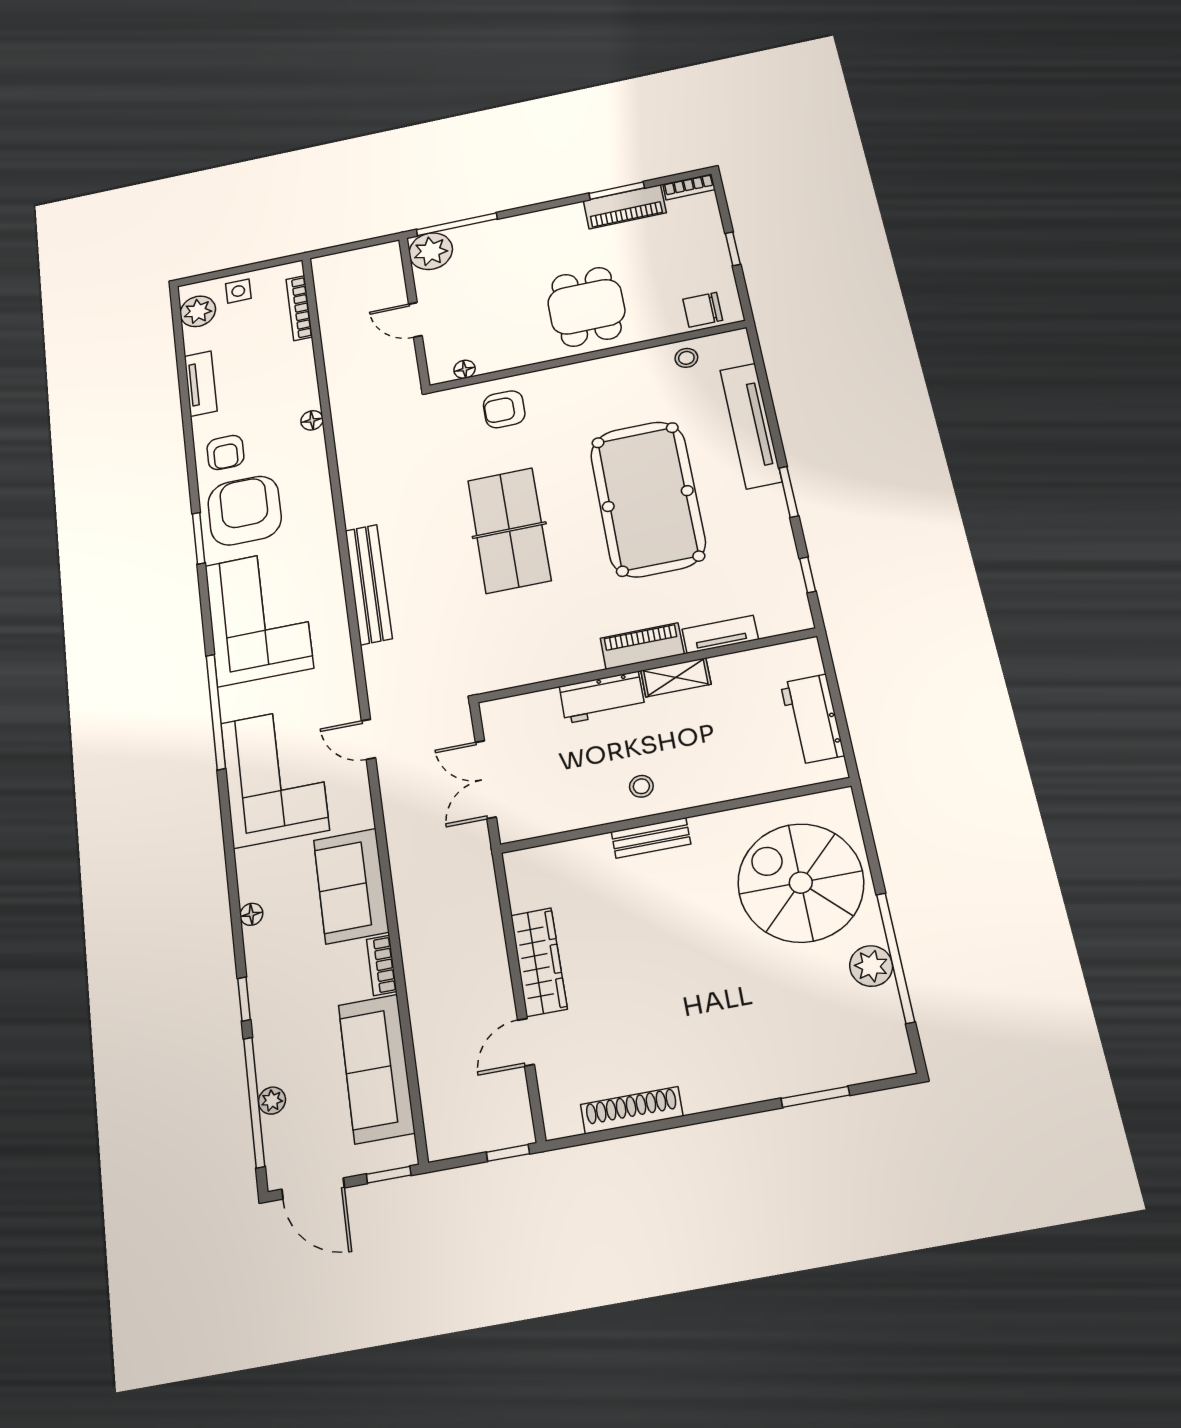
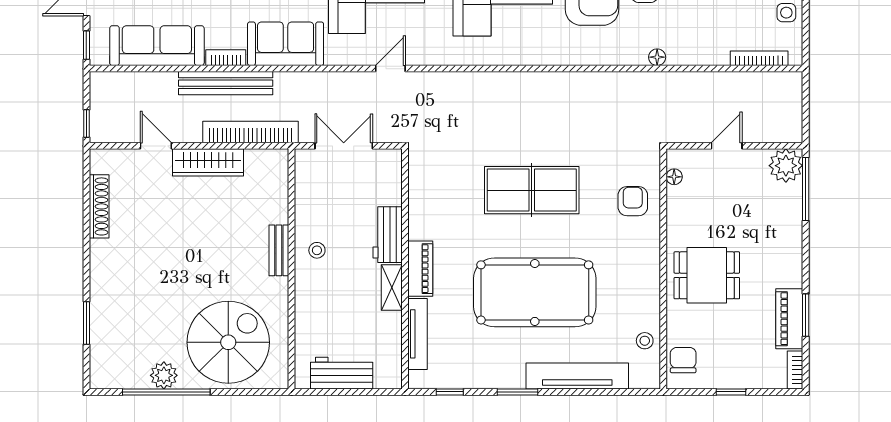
bench: (369, 584) -> (226, 83), moved
tv unit: (720, 634) -> (418, 334), width x1.41
bookcase: (485, 910) -> (251, 132), added

